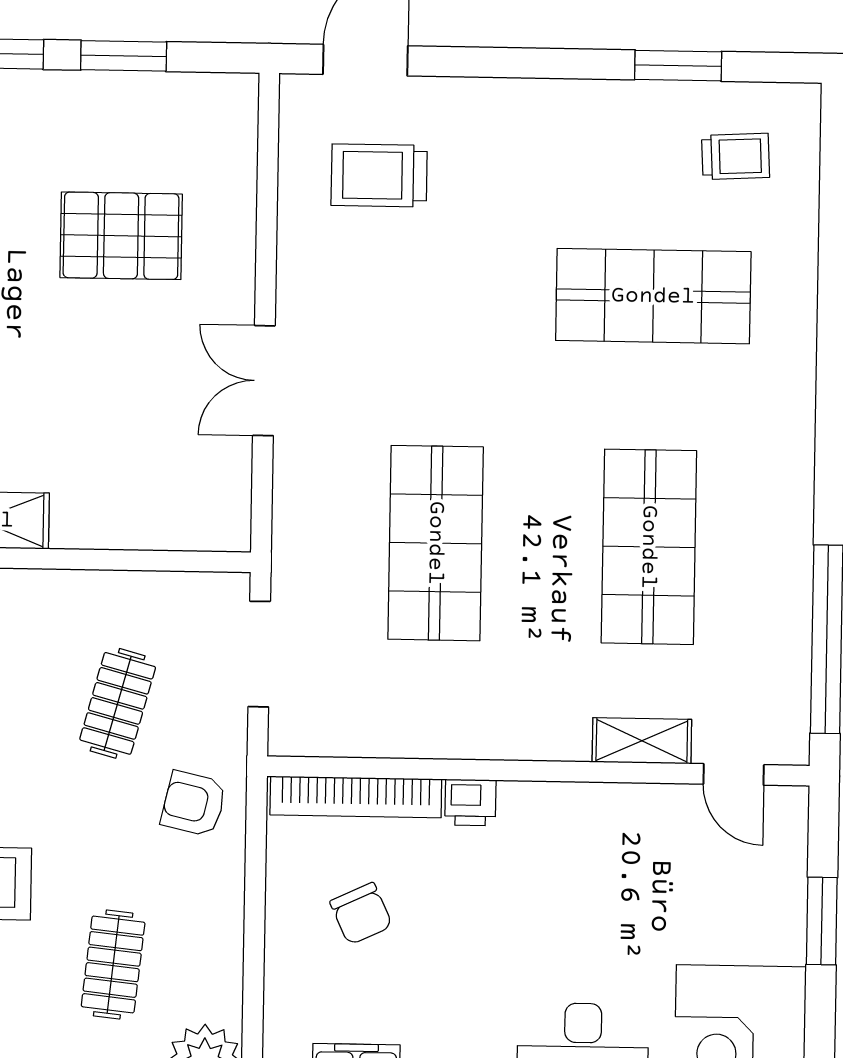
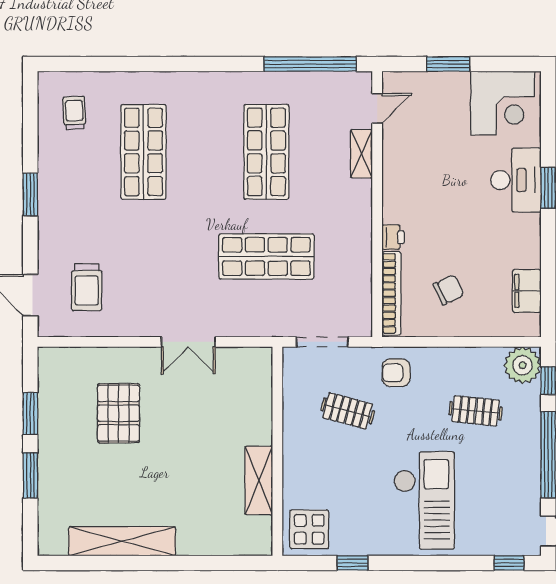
window: (678, 66) -> (30, 195), moved
shop shelf: (649, 547) -> (266, 152), turned 90
armchair: (194, 804) -> (396, 373), turned 77

